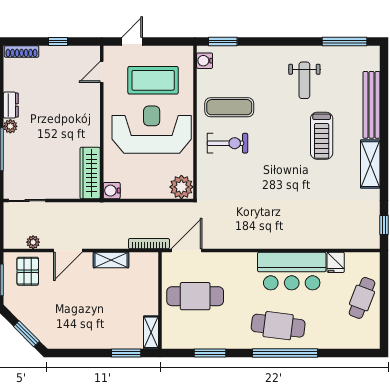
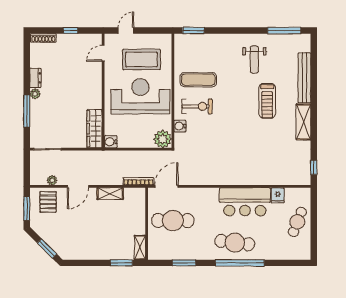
water cooler: (205, 61) -> (180, 126), moved

